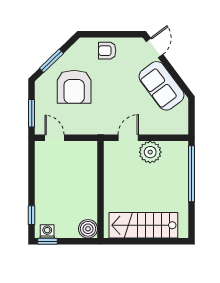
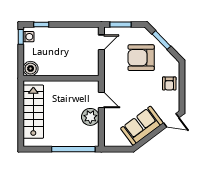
armchair: (107, 51) -> (169, 83), turned 180

